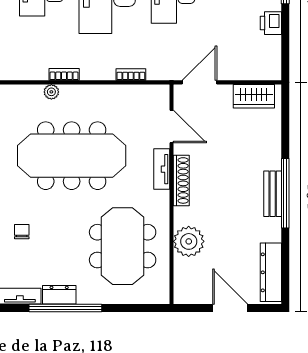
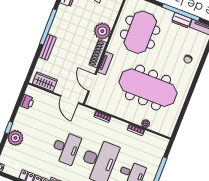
printer: (271, 23) -> (27, 102), moved
door: (200, 82) -> (69, 99), hinge flipped
bench: (273, 194) -> (47, 47), moved
plant: (189, 241) -> (102, 31), moved

